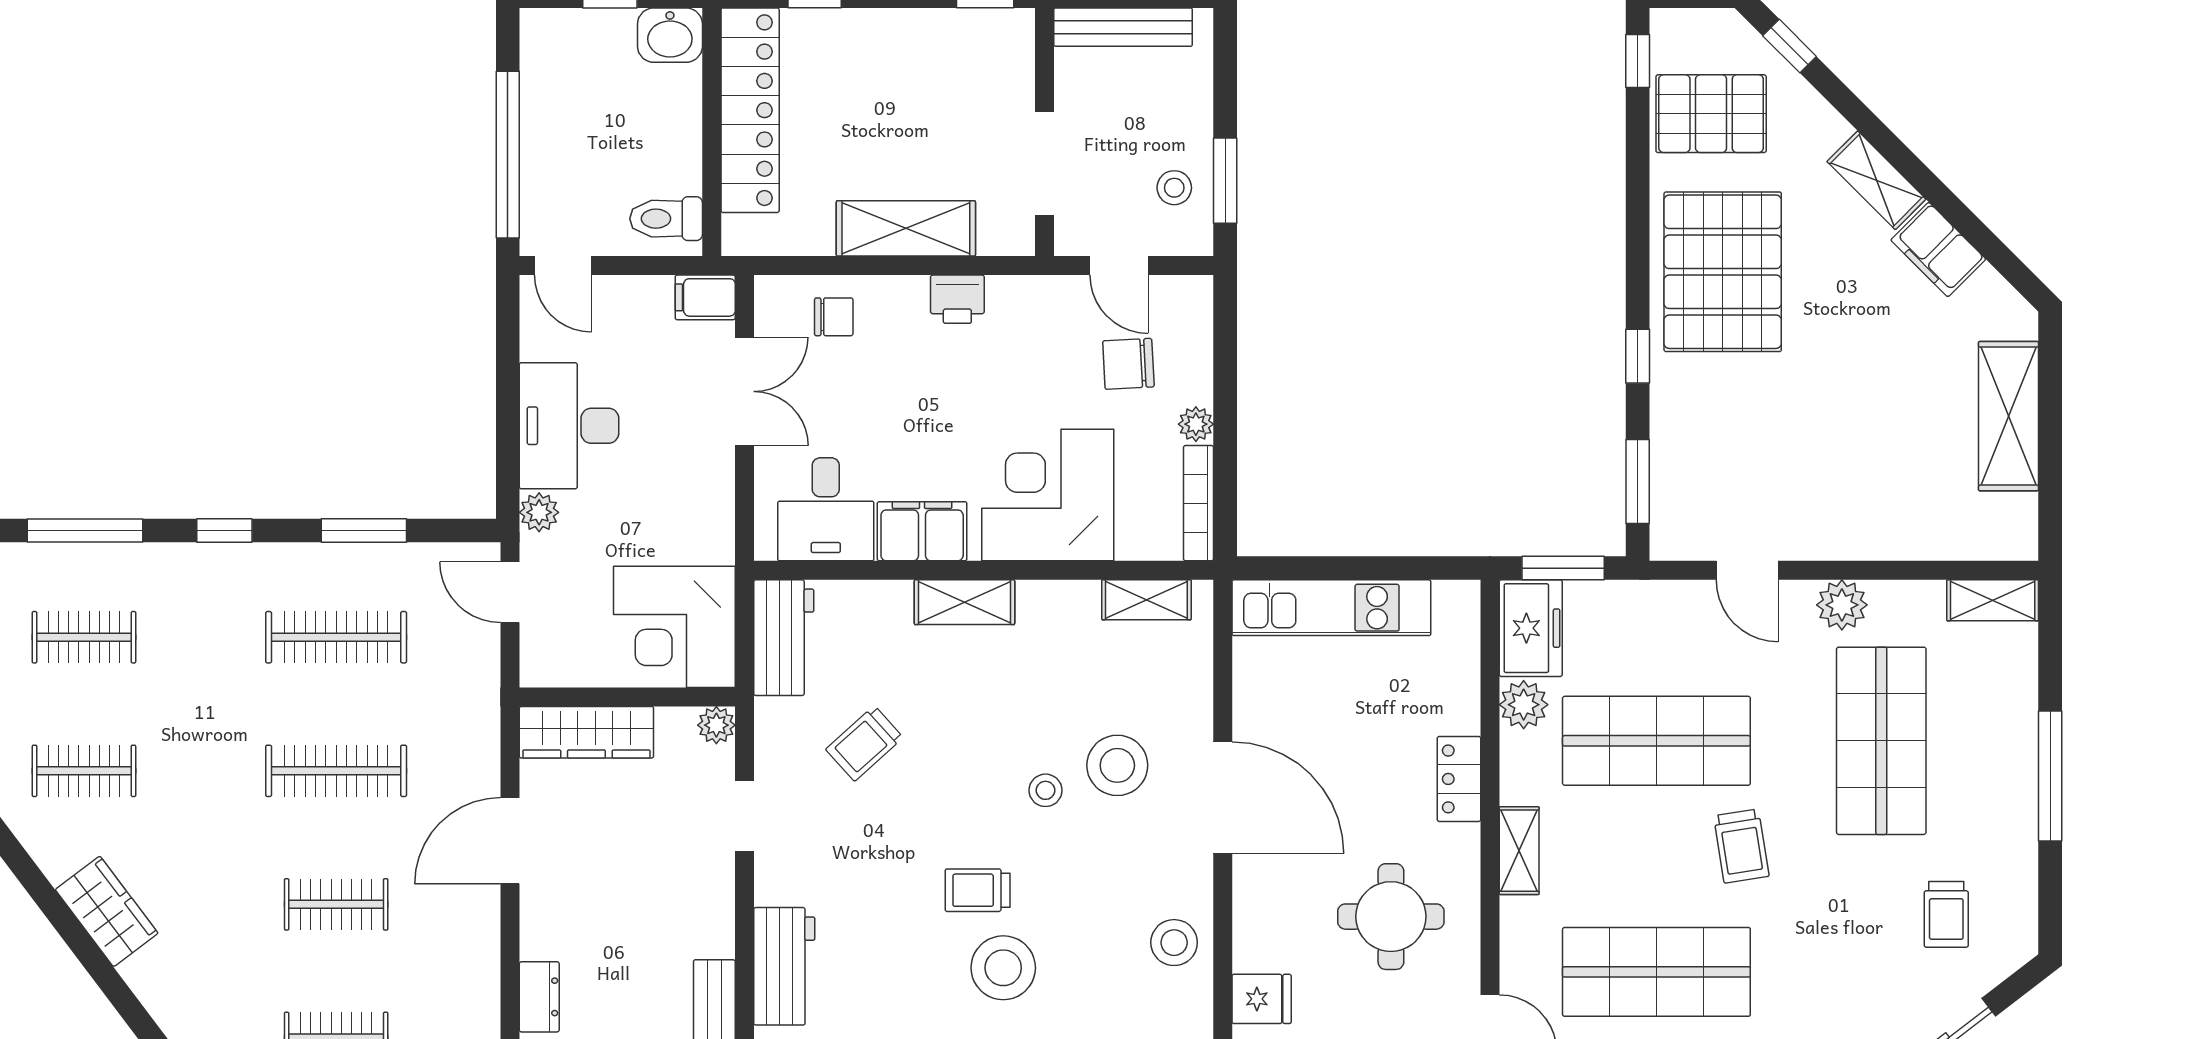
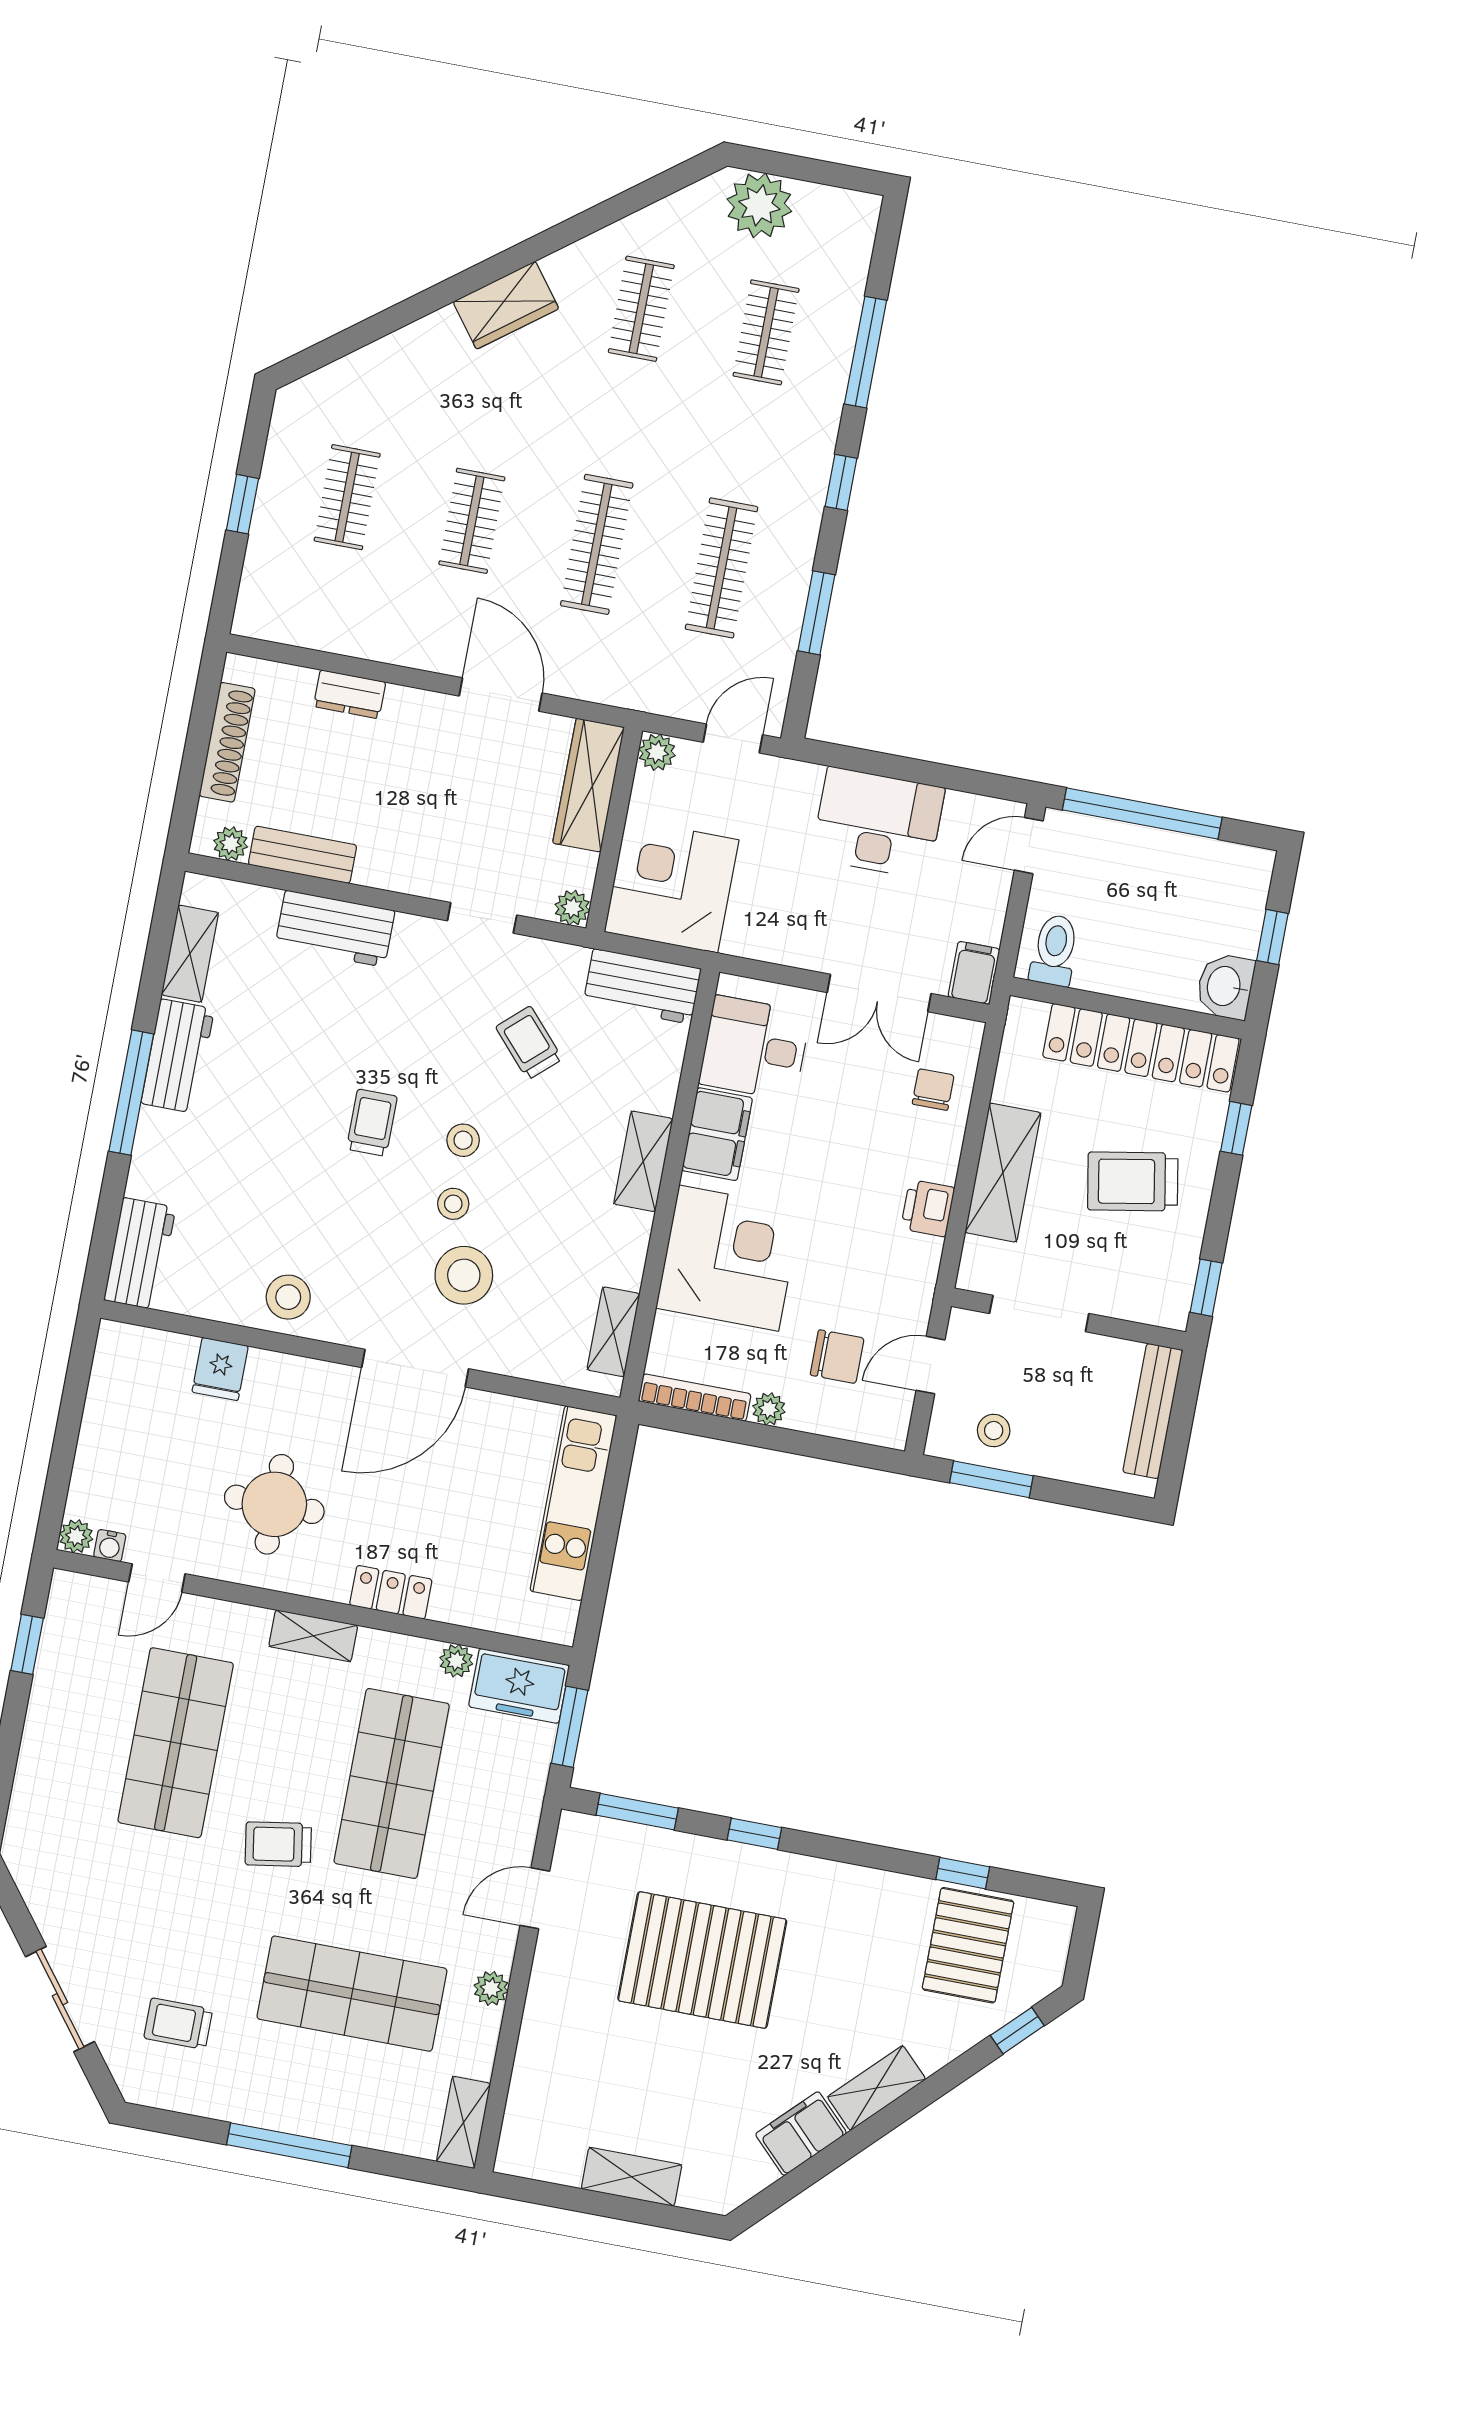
window: (1638, 61) -> (963, 1873), moved
trolley: (890, 93) -> (1133, 1181), added
pallet: (1723, 272) -> (702, 1960), moved
chair: (834, 317) -> (933, 1090), turned 180
chair: (1128, 364) -> (837, 1357), turned 93
shelving: (2008, 416) -> (632, 2177), width x0.67, depth x0.75
plant: (539, 512) -> (657, 752), moved
plant: (1842, 605) -> (491, 1988), width x0.73, depth x0.73
plant: (1524, 705) -> (456, 1661), width x0.73, depth x0.73
stool: (1003, 968) -> (463, 1140), moved, width x0.53, depth x0.53

